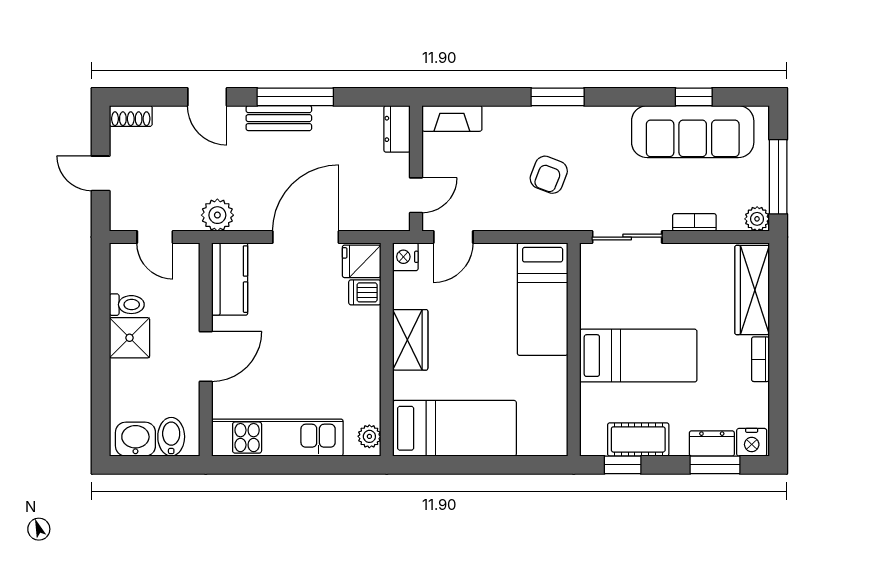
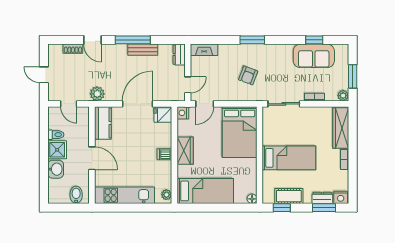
shoe rack: (131, 116) -> (73, 49), moved
bench: (279, 118) -> (143, 50), moved
sofa: (693, 132) -> (314, 56), width x0.73
window: (778, 177) -> (353, 76), width x0.69
dishwasher: (365, 292) -> (164, 154), moved
bed: (543, 299) -> (240, 132), width x1.50
door: (206, 356) -> (92, 158), hinge flipped
washbasin: (135, 439) -> (56, 169), moved, turned 90
floor lamp: (557, 445) -> (252, 199), added

